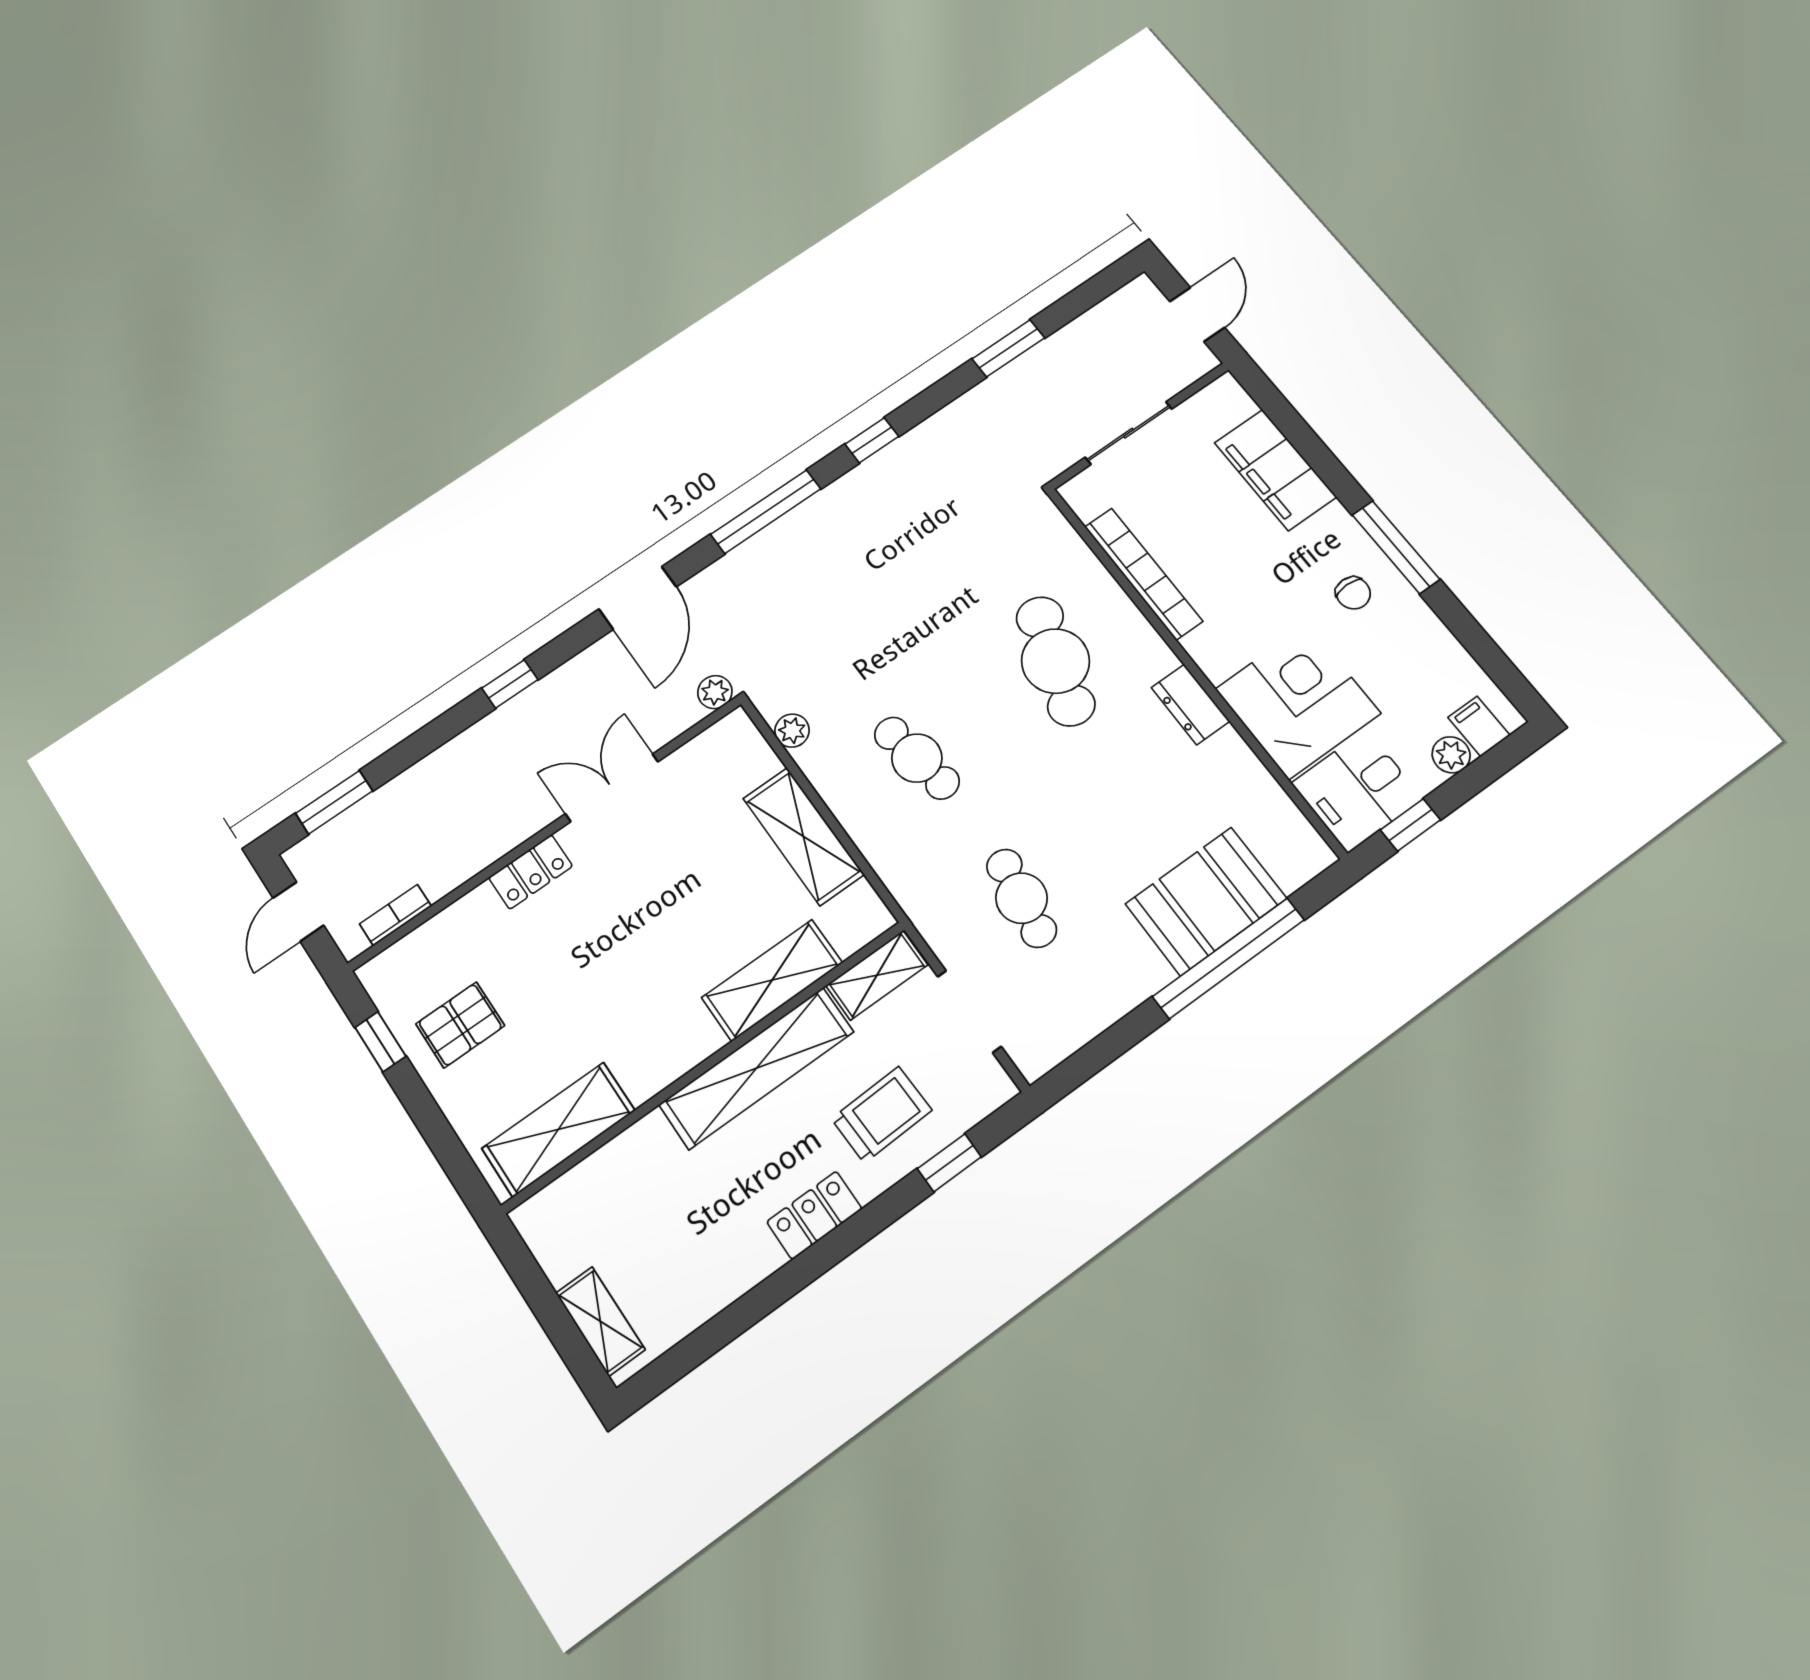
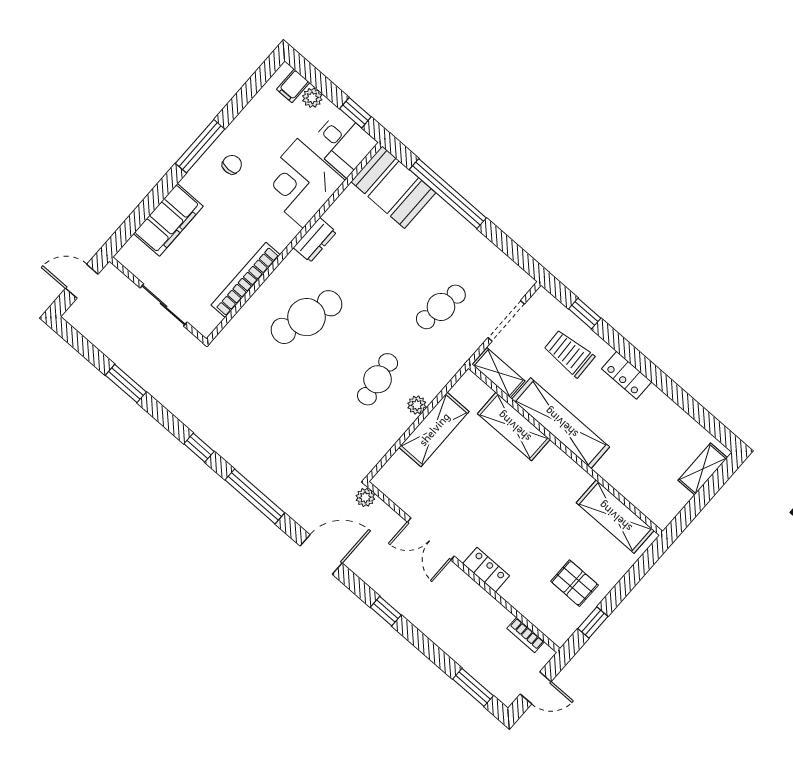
plant: (792, 731) -> (417, 405), moved
booth: (1206, 901) -> (393, 187), moved

